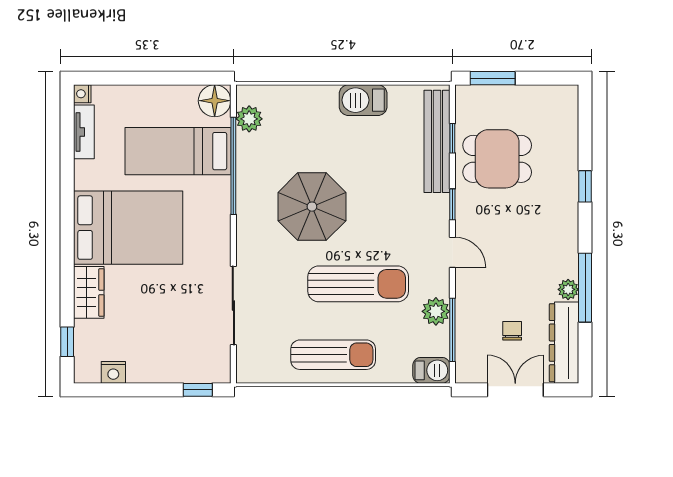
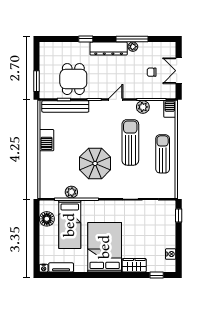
floor lamp: (215, 101) -> (47, 219), moved
plant: (249, 119) -> (71, 192), moved
dresser: (564, 343) -> (109, 49), moved

